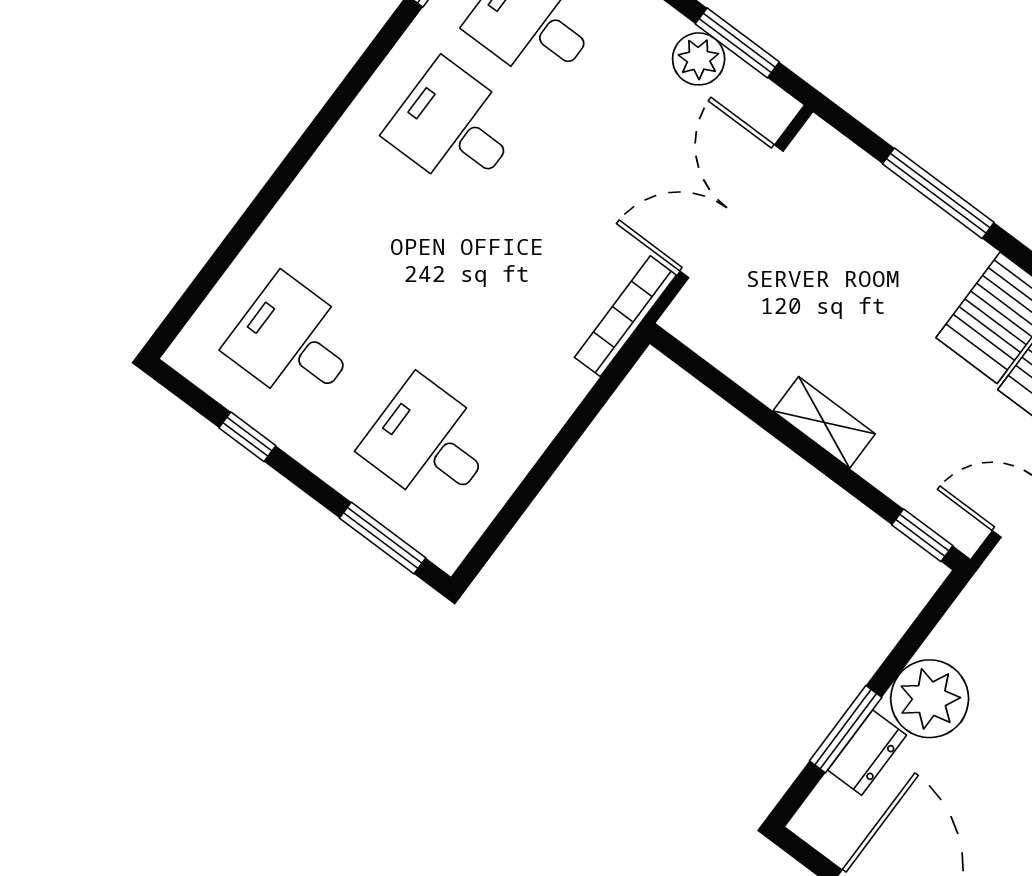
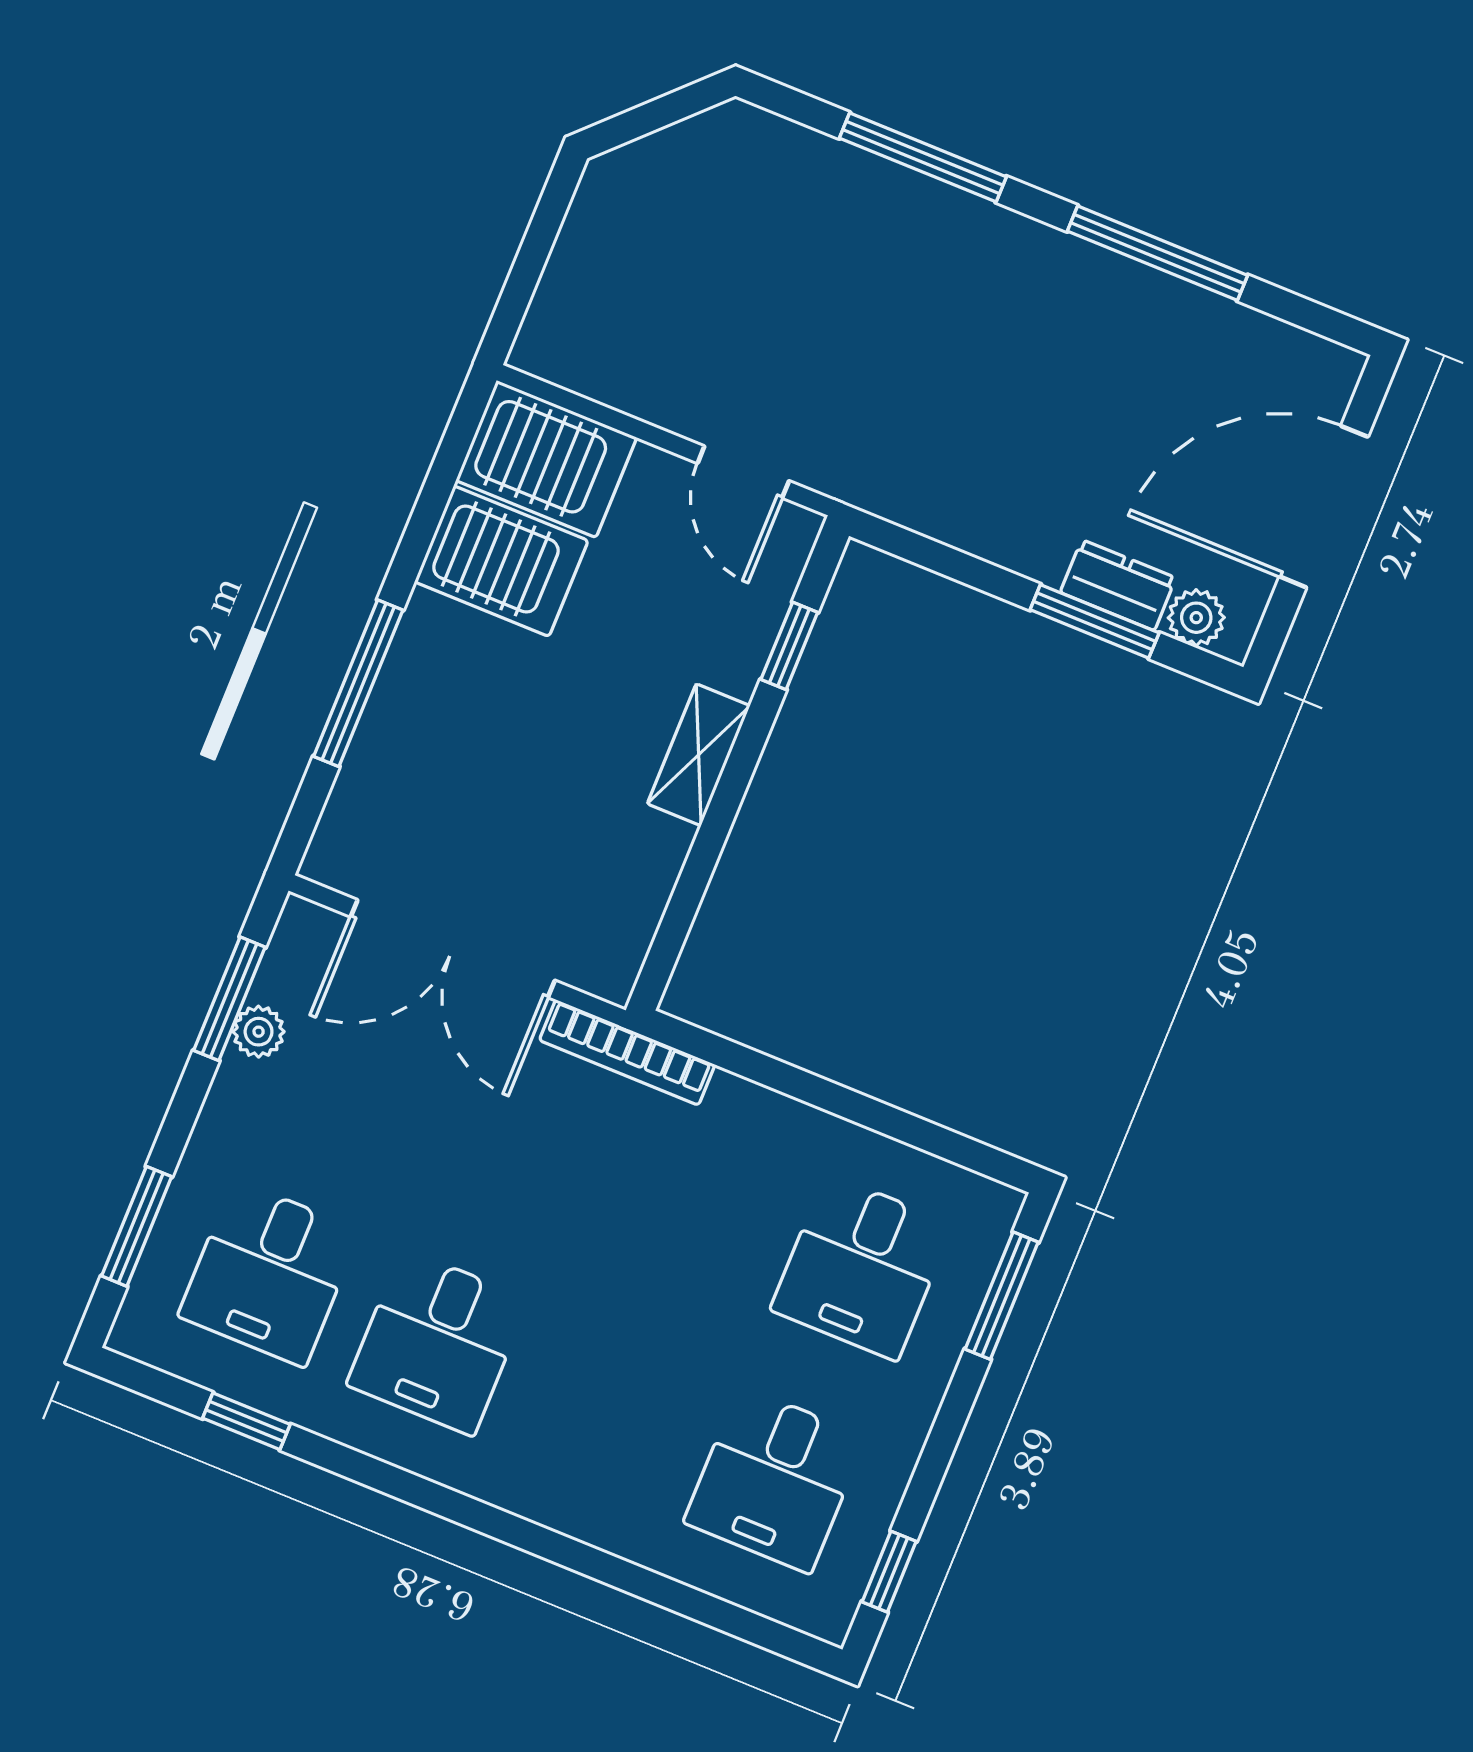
plant: (699, 59) -> (259, 1032), width x0.73, depth x0.73
window: (247, 437) -> (889, 1572), moved
window: (922, 535) -> (789, 646), moved
plant: (930, 699) -> (1196, 618), moved, width x0.53, depth x0.53

